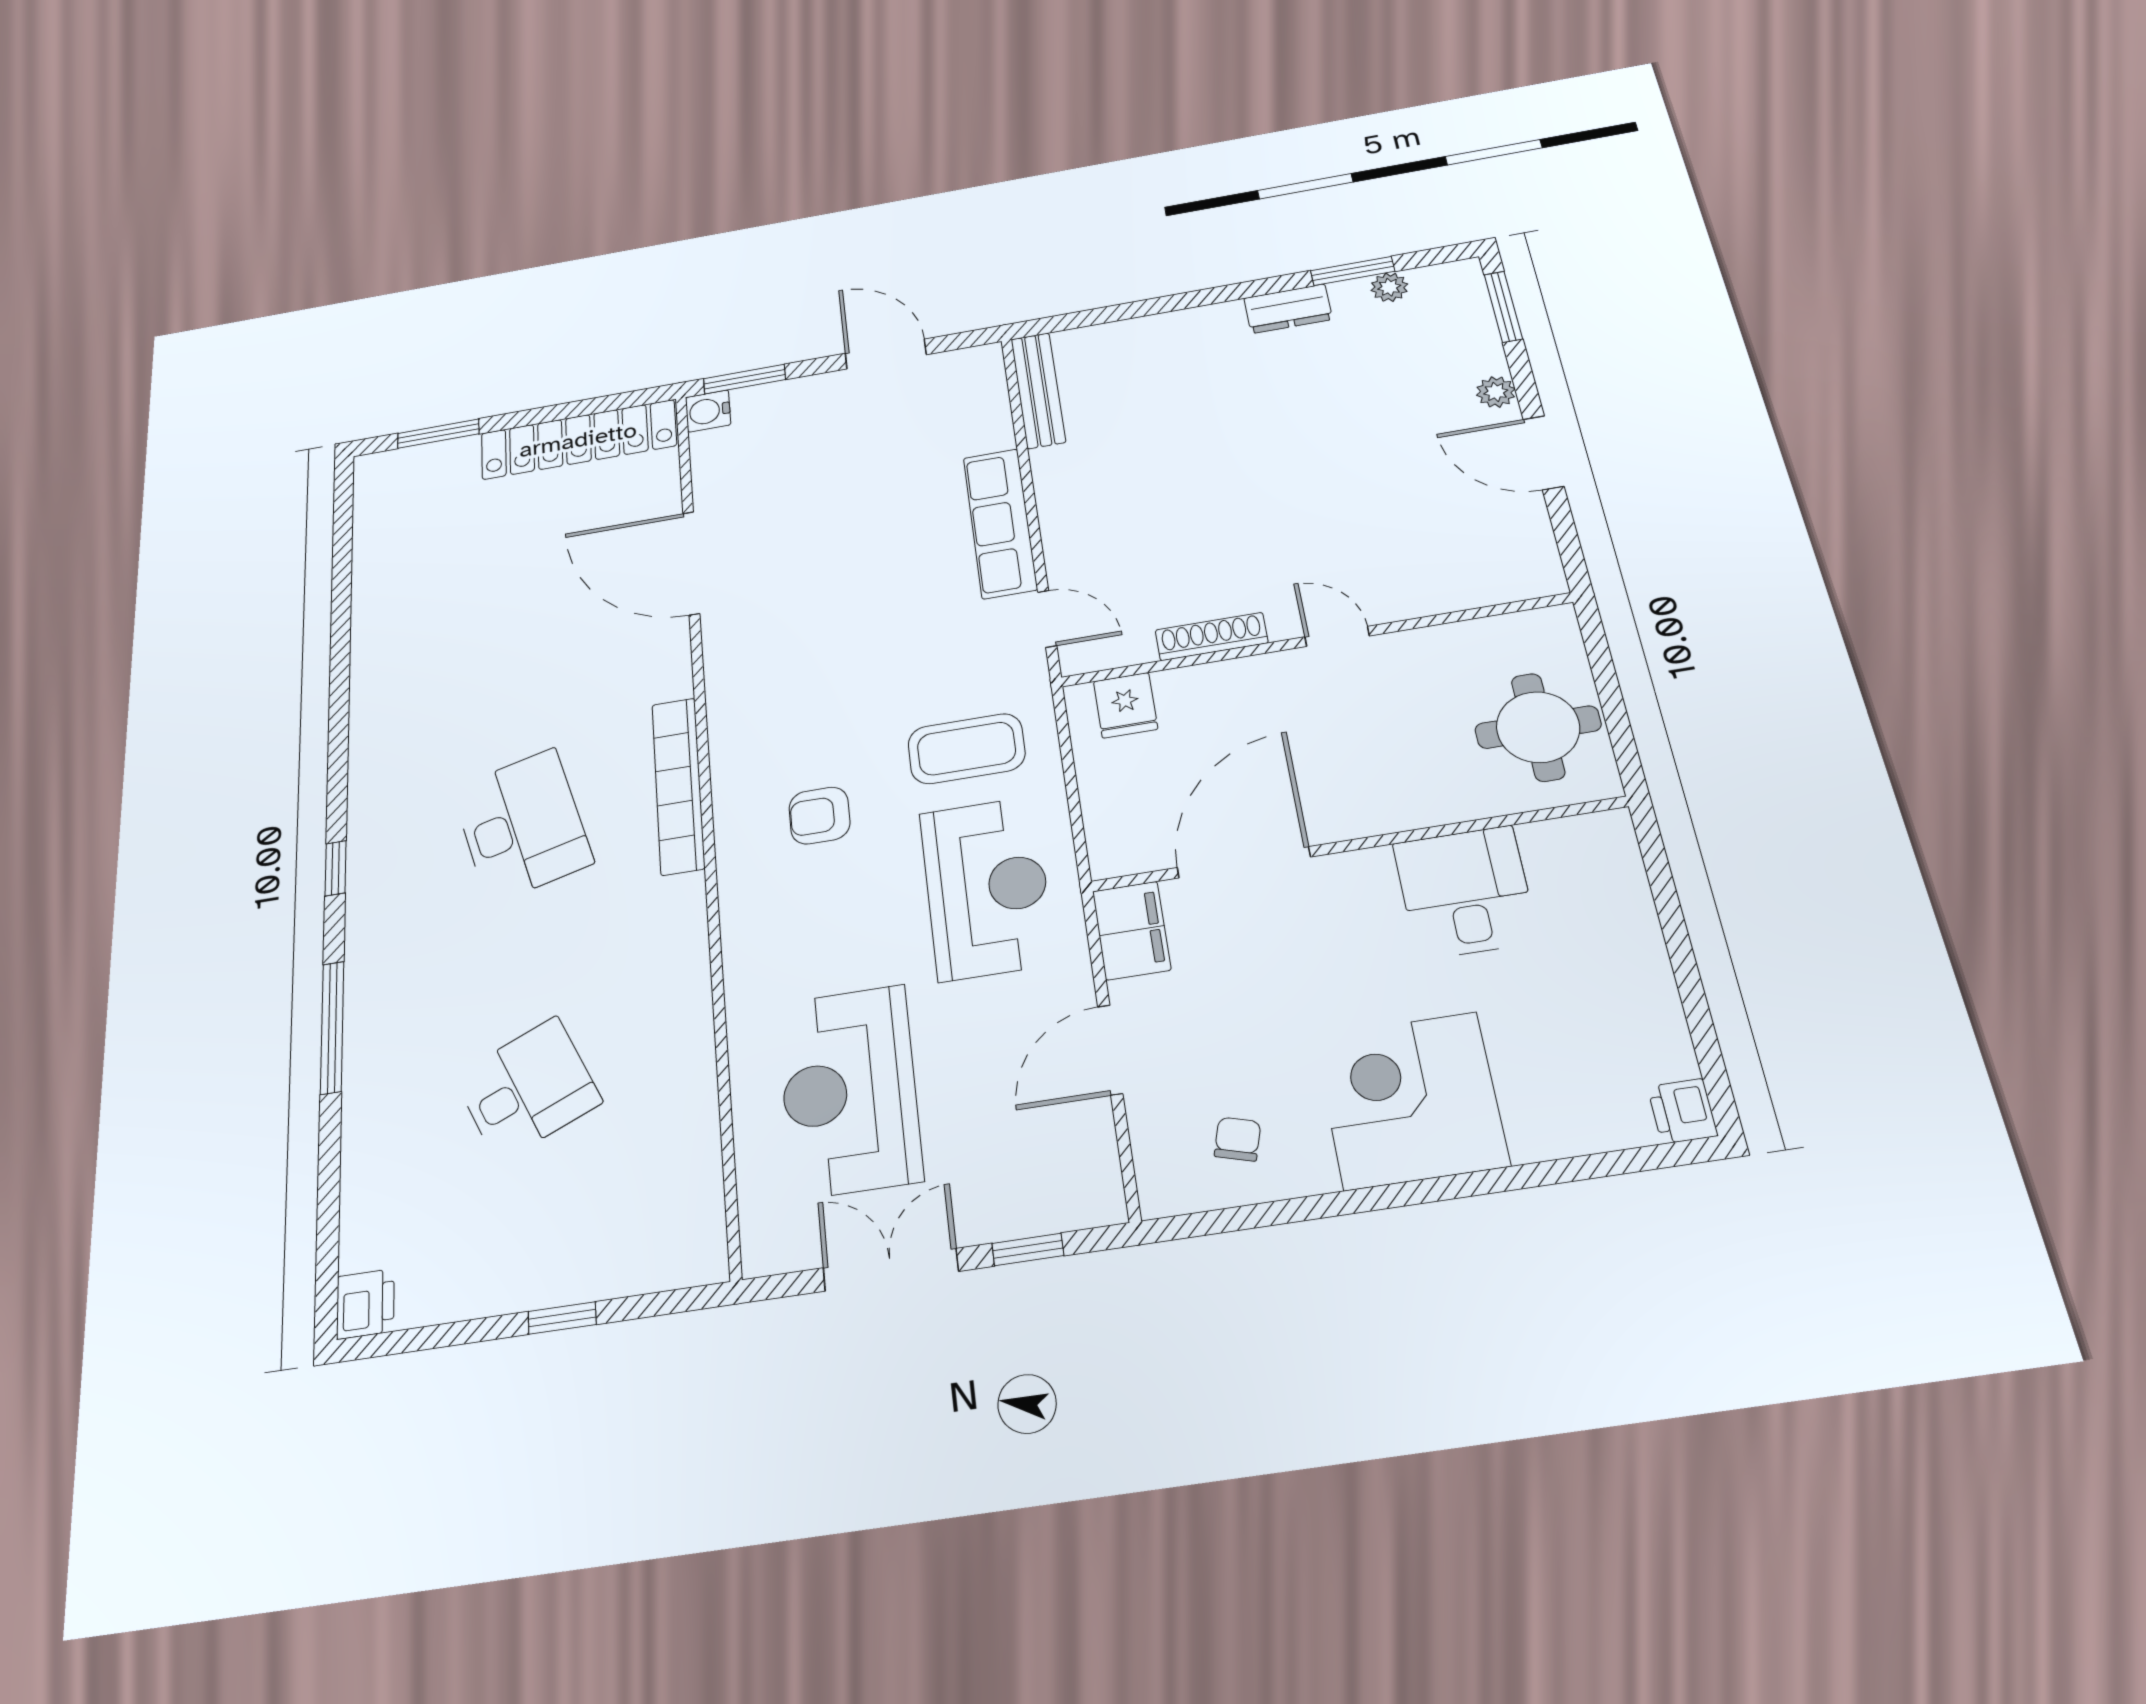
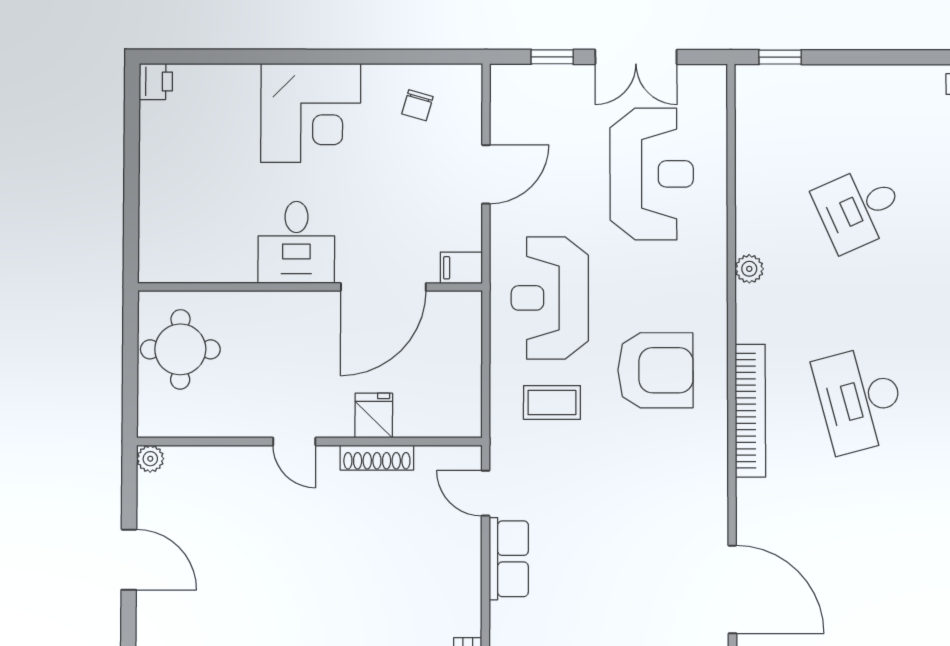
plant: (1496, 392) -> (150, 459), moved
row of seats: (1000, 523) -> (509, 559), width x0.68
fridge: (1126, 705) -> (374, 416), moved
coffee table: (966, 749) -> (552, 402), width x0.73, depth x0.77
armchair: (819, 816) -> (655, 370), width x1.88, depth x1.88
desk: (1465, 892) -> (296, 242), moved
filing cabinet: (1132, 930) -> (461, 268), width x0.50
plant: (690, 976) -> (749, 269), added
window: (562, 1318) -> (780, 57), moved

